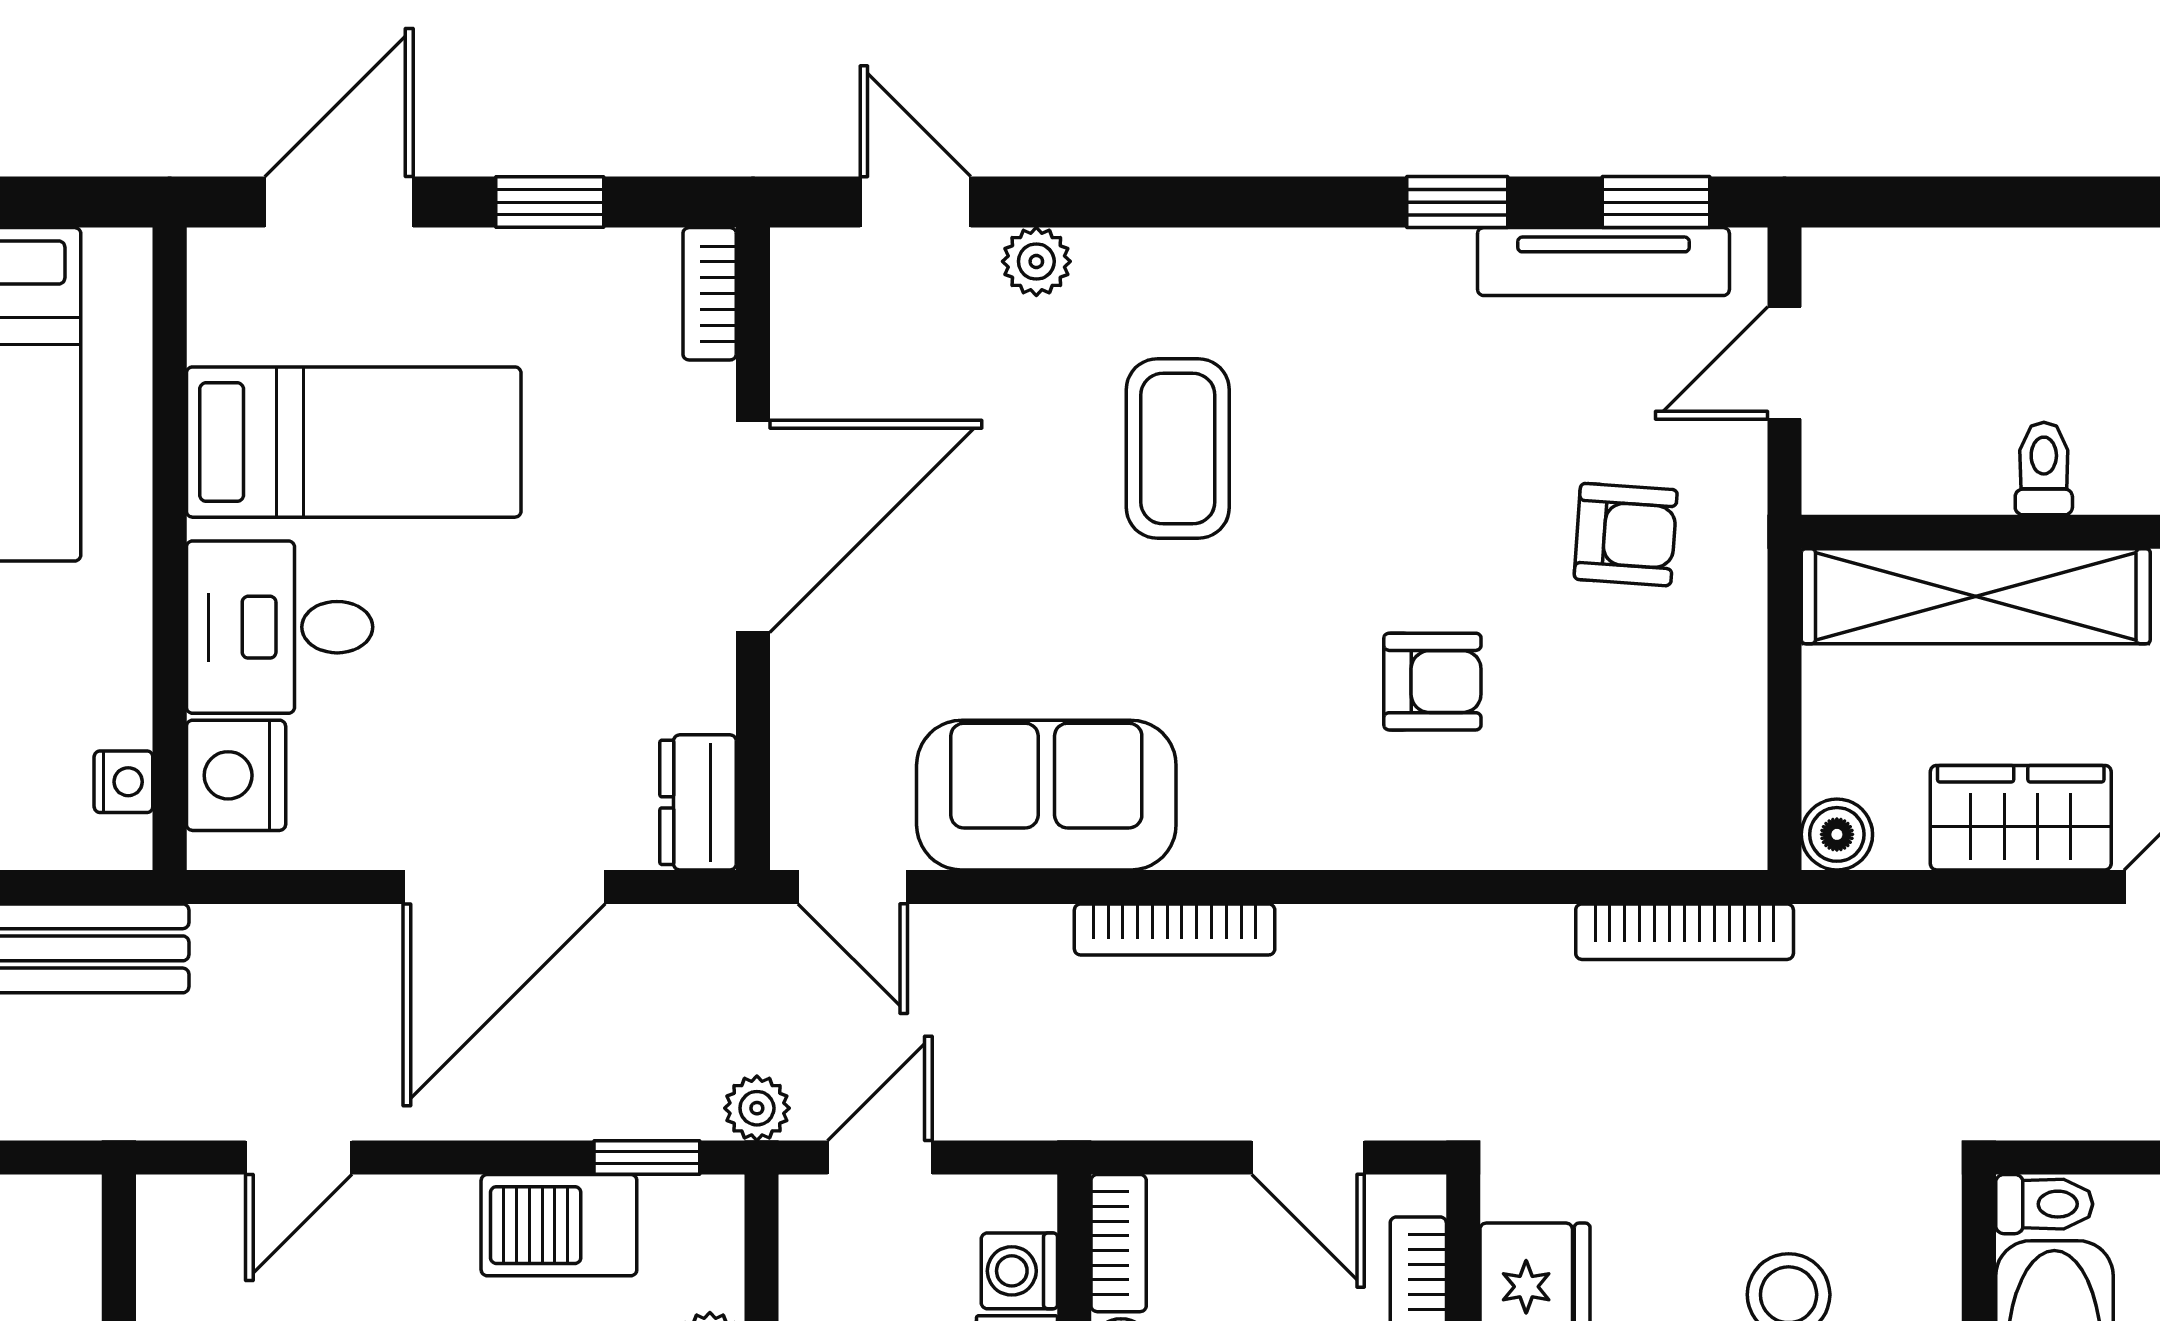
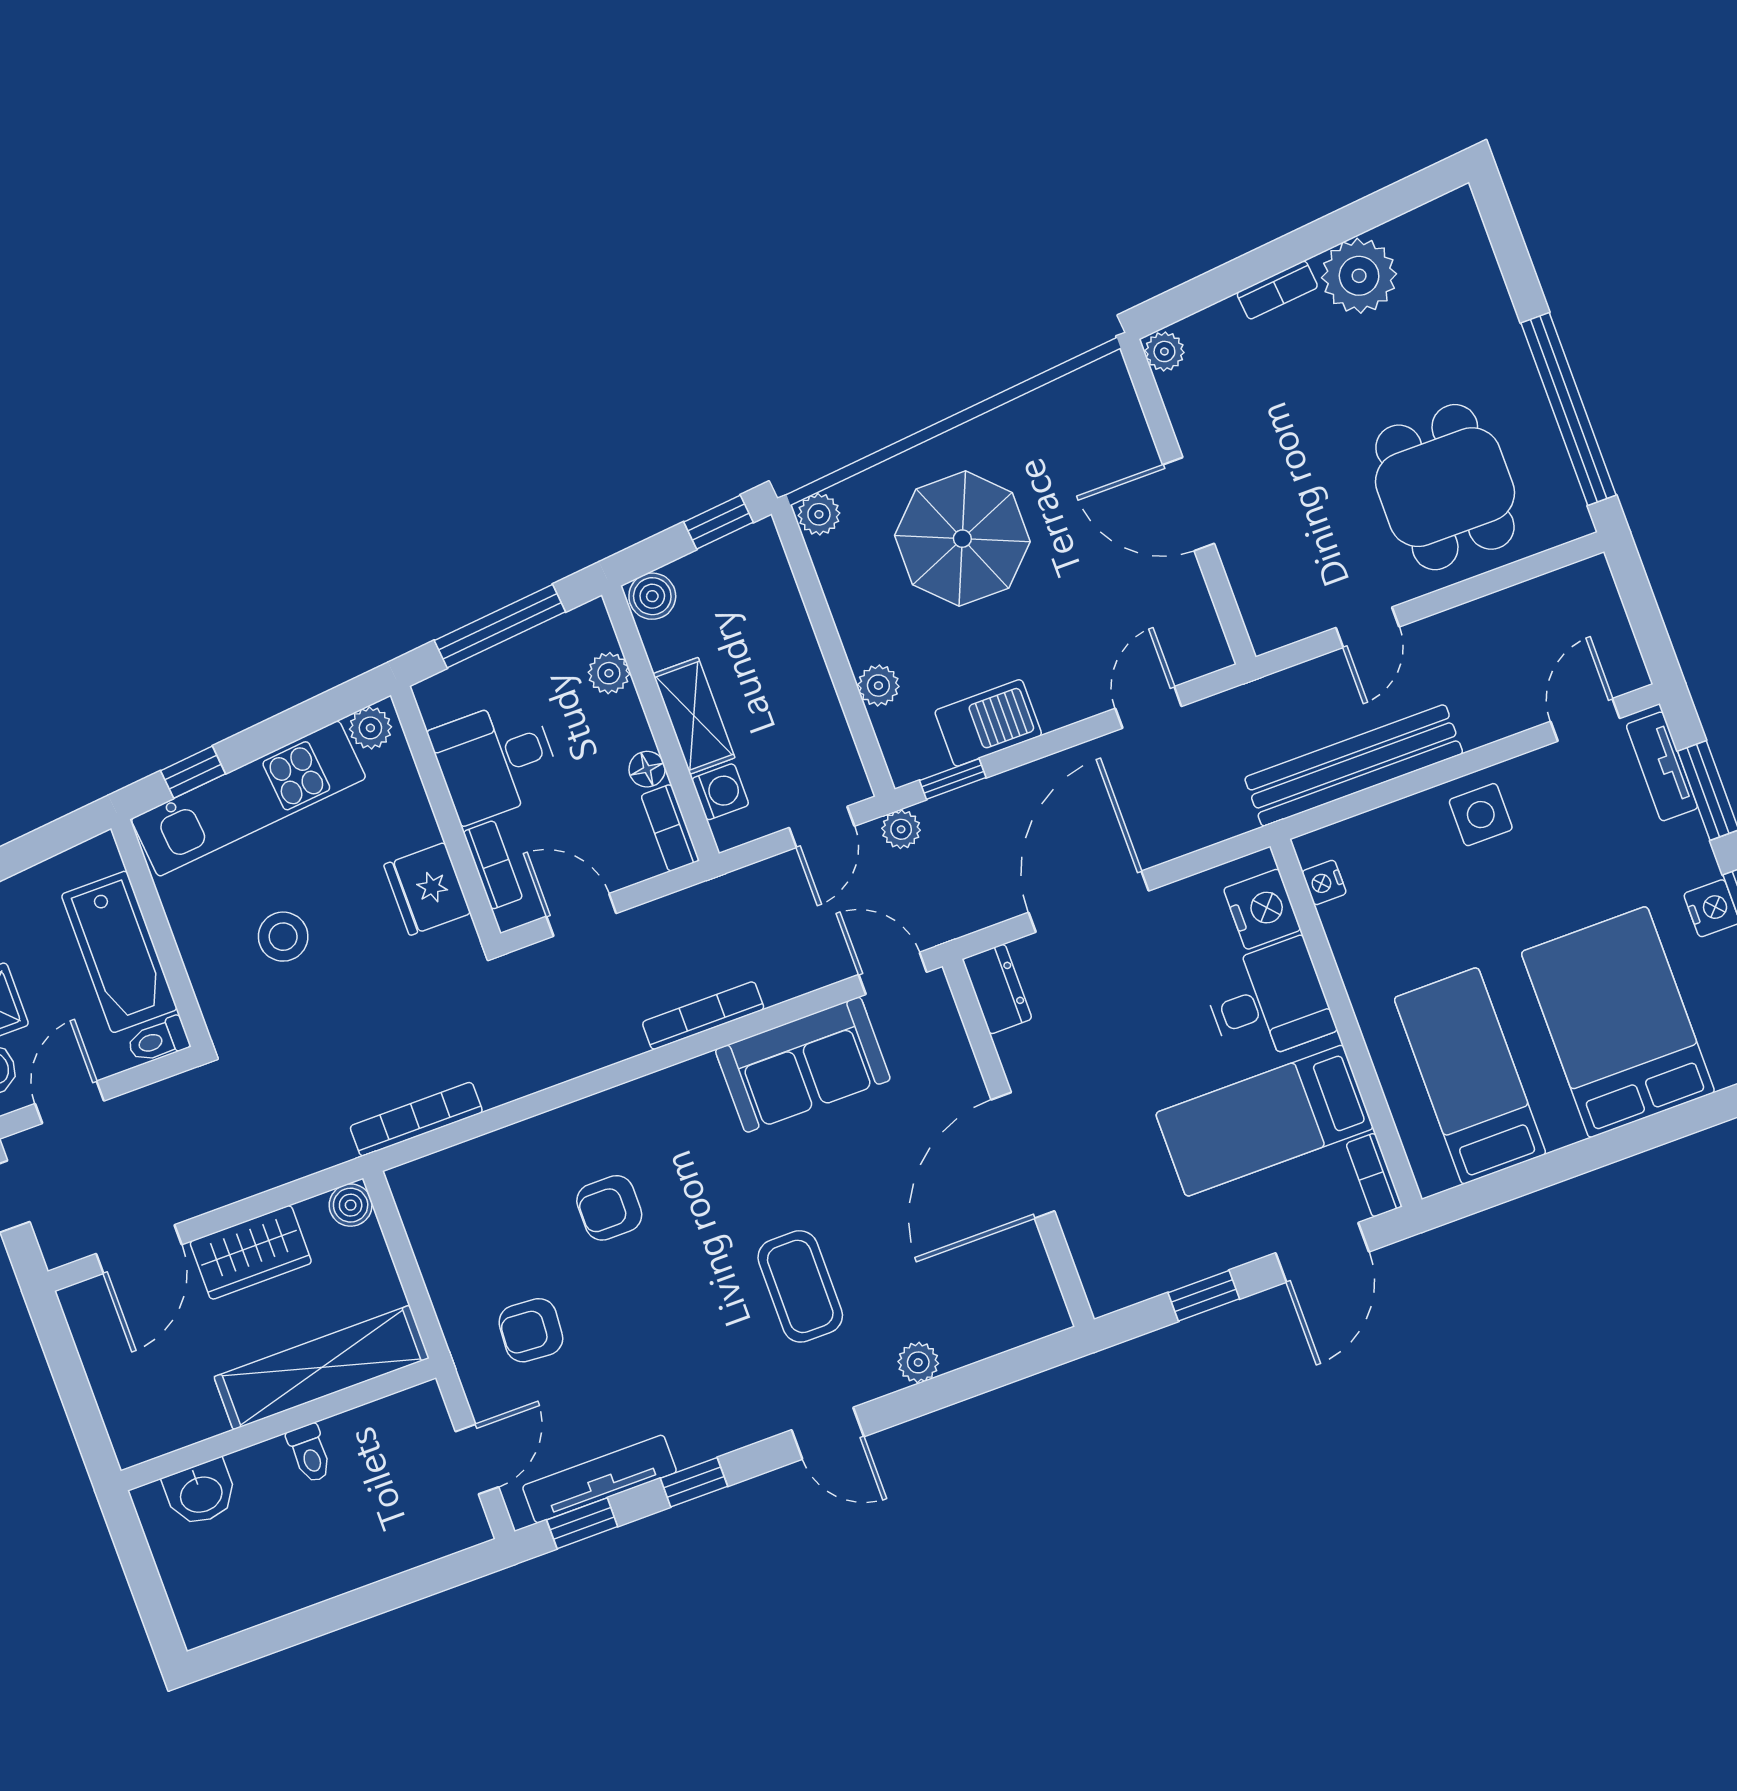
door: (916, 202) -> (828, 1433), moved
bookcase: (710, 294) -> (1374, 1175), moved, turned 180

